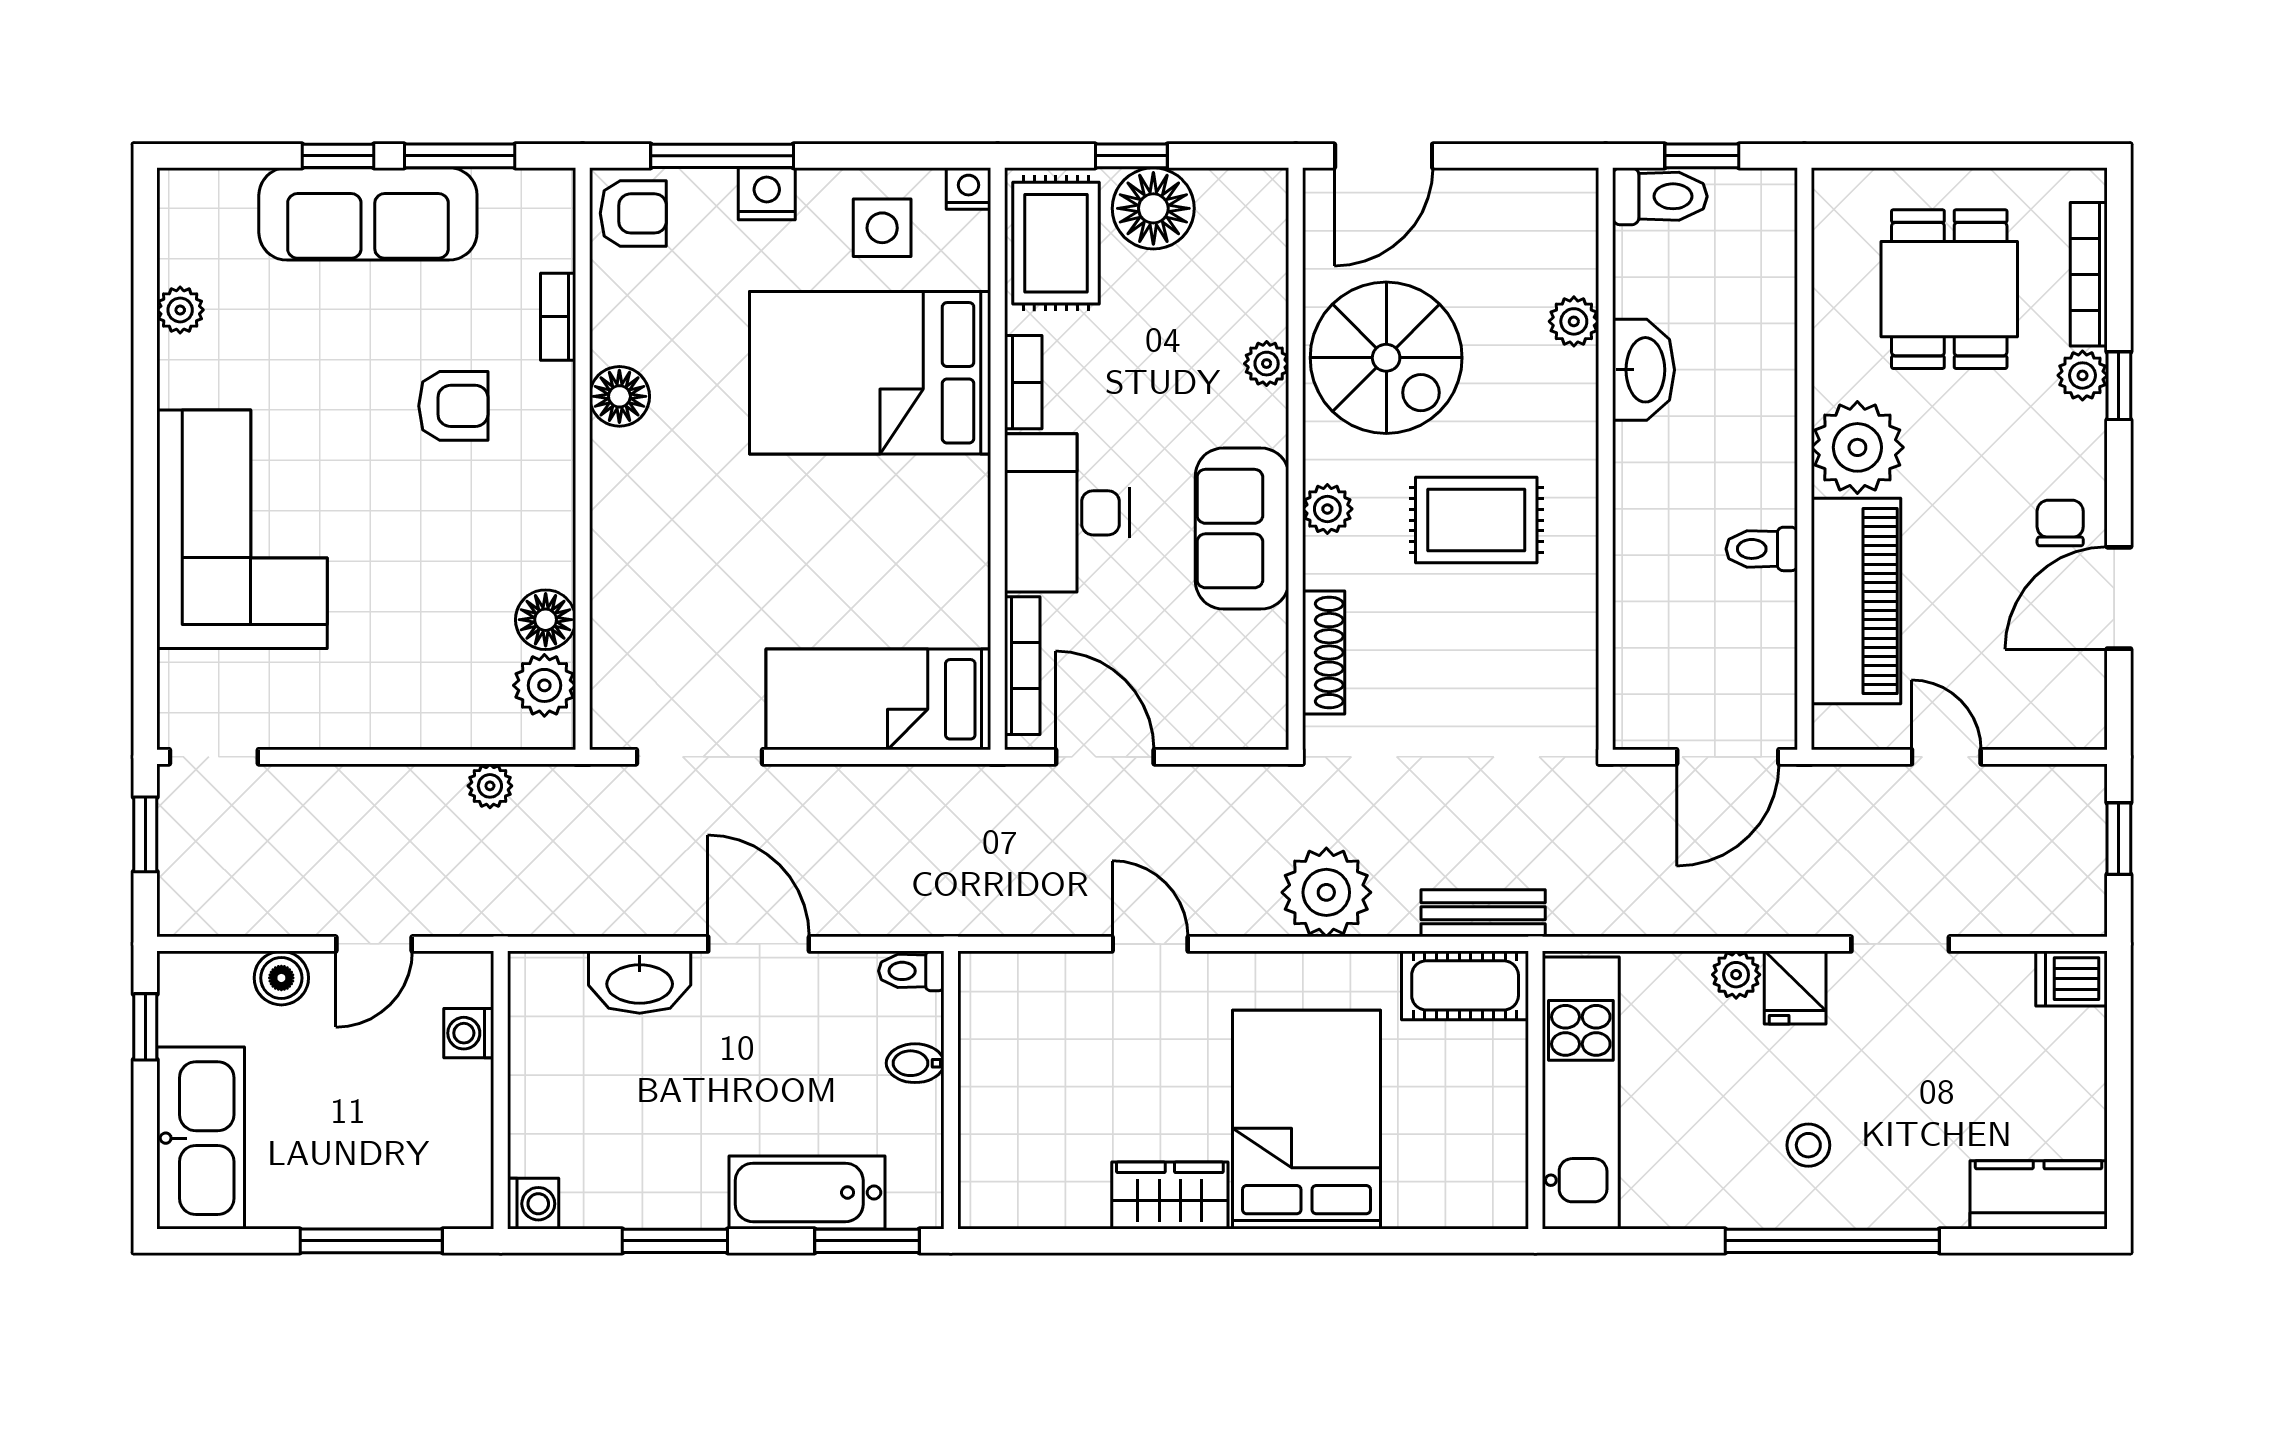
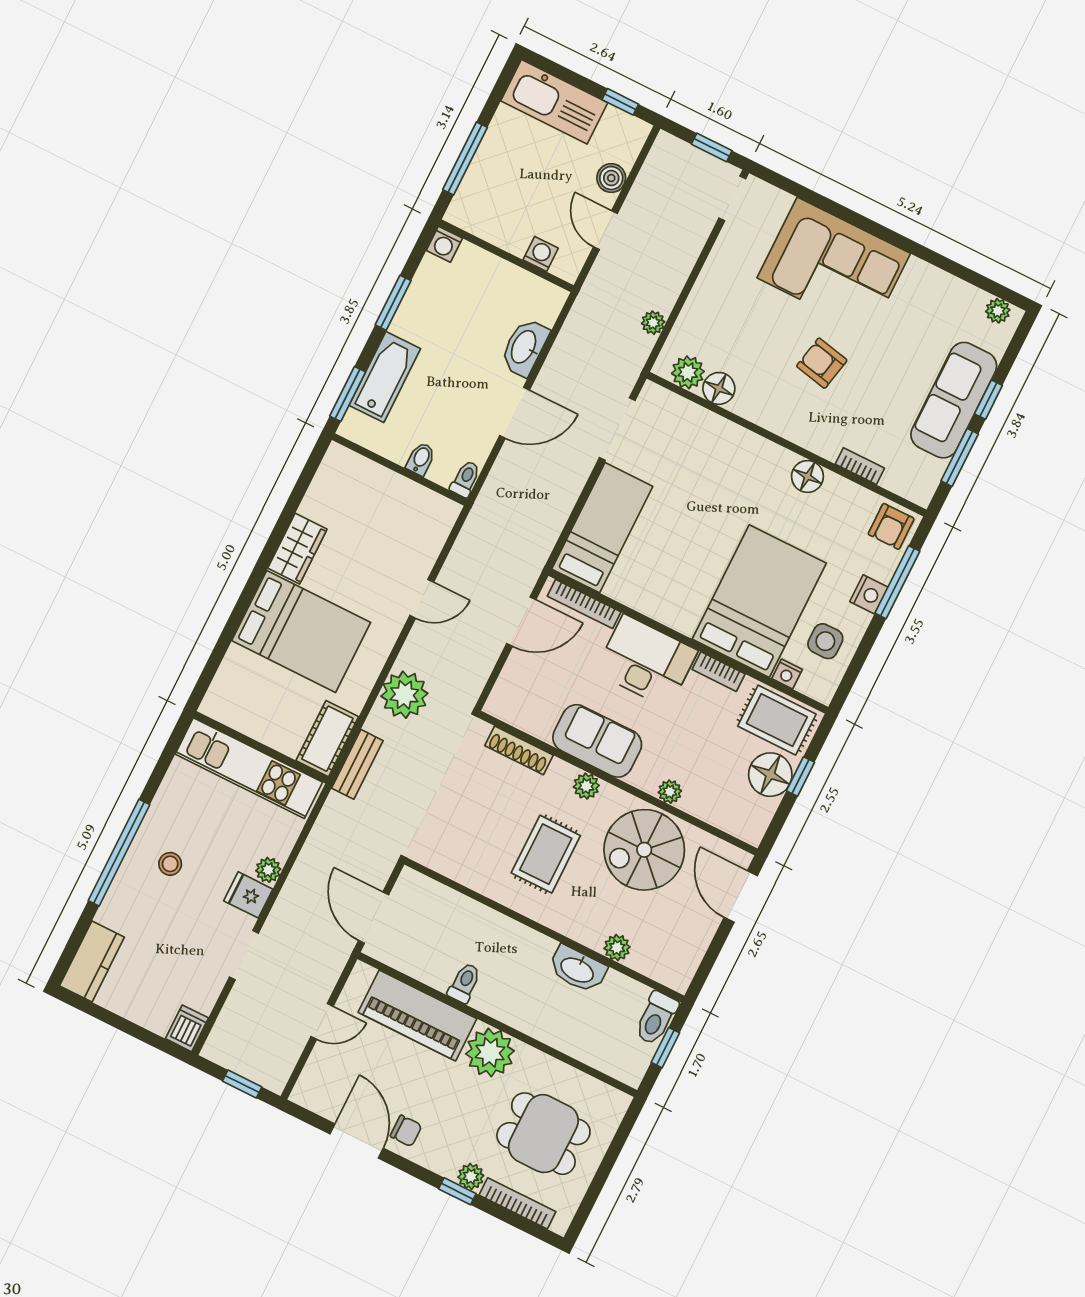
nightstand: (968, 188) -> (787, 674), moved, turned 90
plant: (180, 310) -> (998, 311), moved
armchair: (453, 406) -> (822, 363), moved, turned 102

